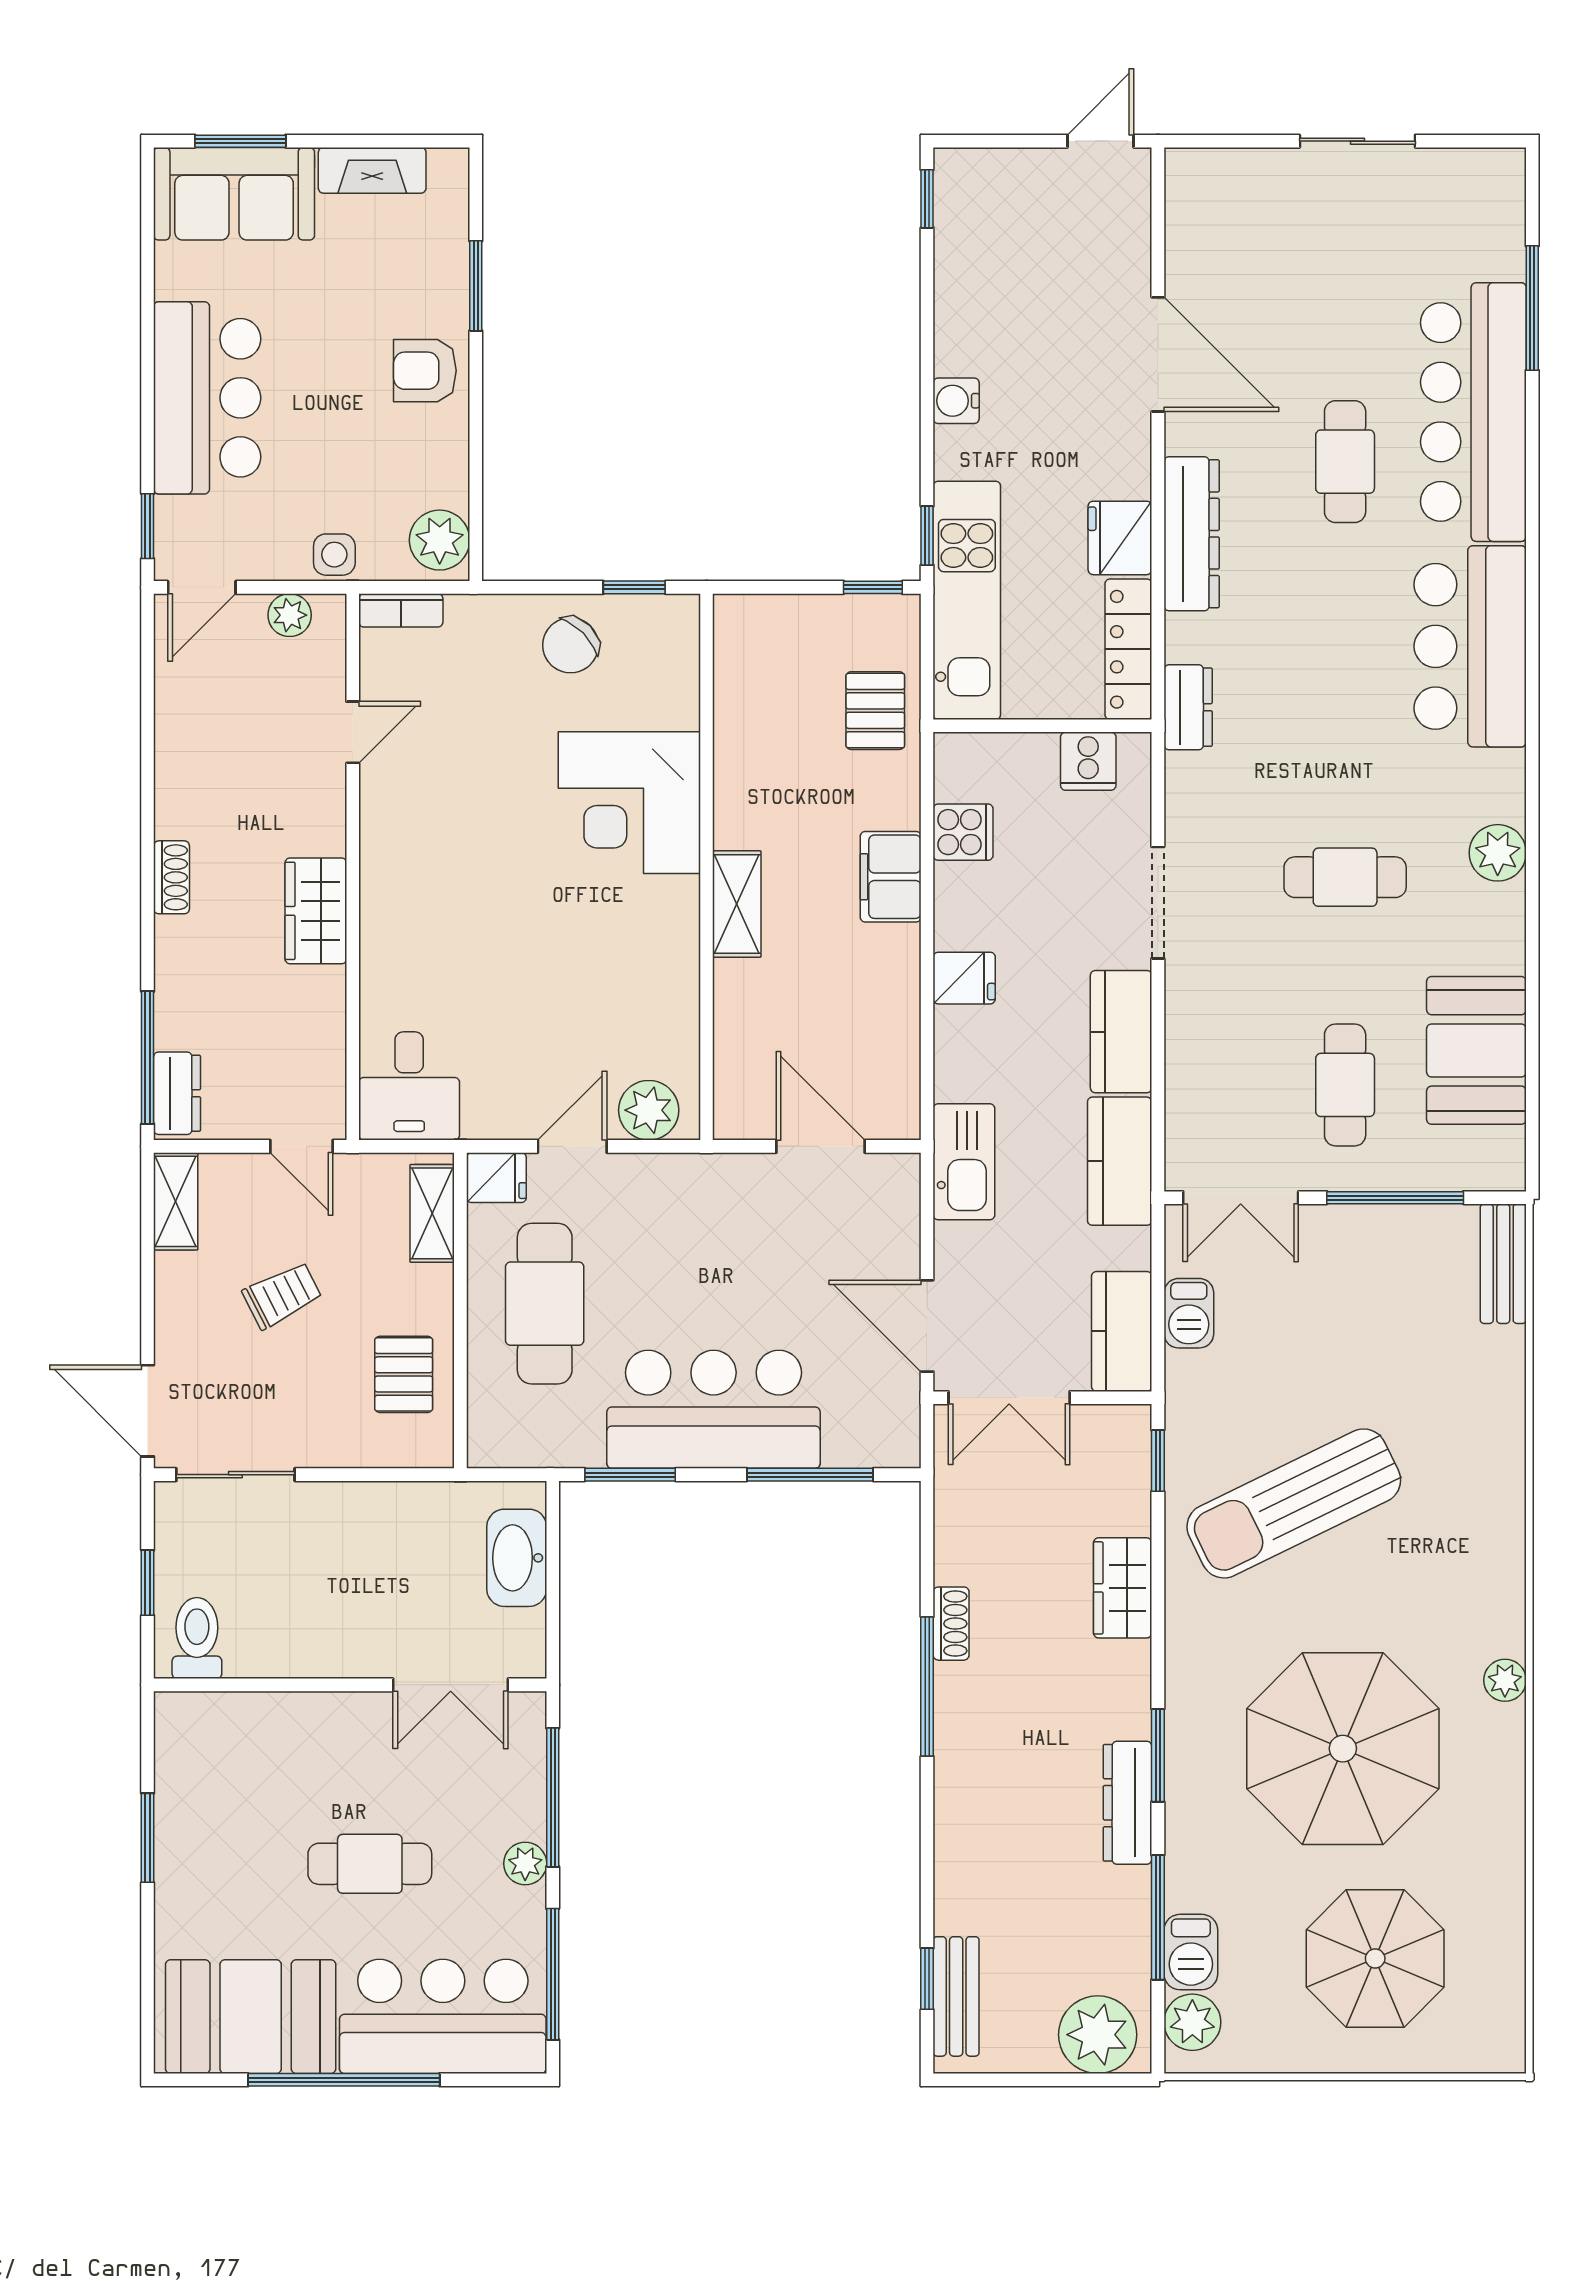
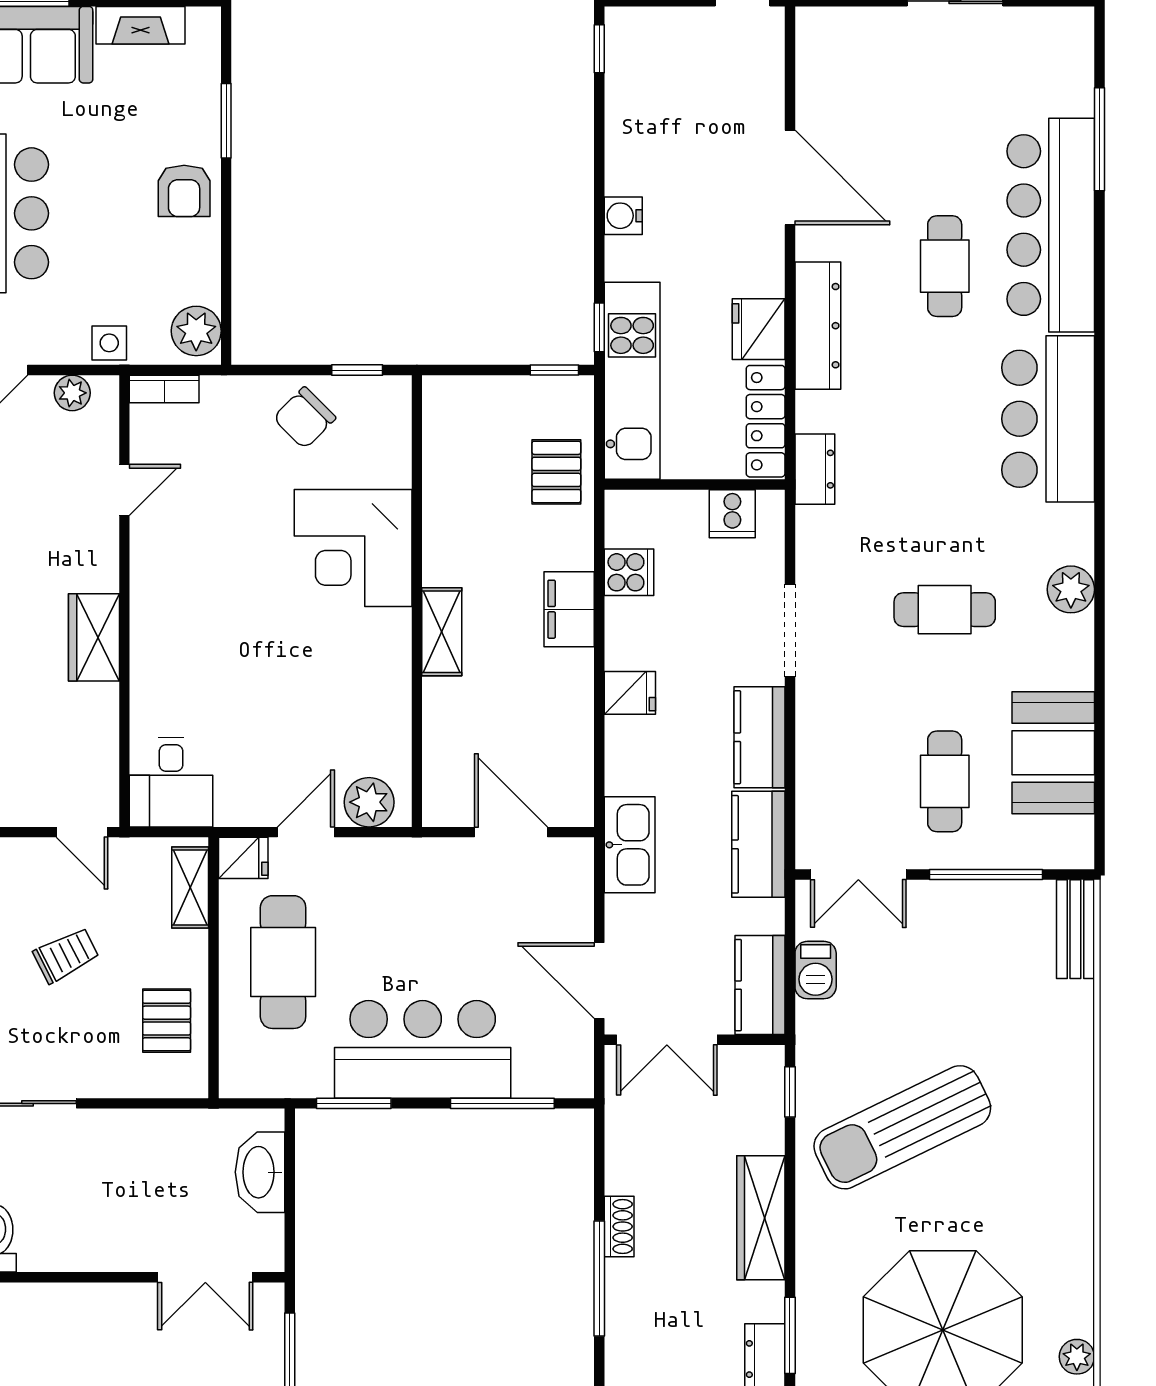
armchair: (425, 371) -> (184, 191), turned -90
wardrobe: (1123, 1588) -> (761, 1218), width x1.50
plant: (1505, 1680) -> (1077, 1357), moved

